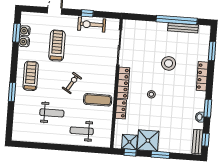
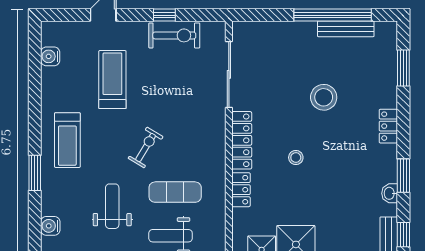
exercise bike: (92, 25) -> (174, 35), turned 180
window: (16, 33) -> (35, 61), removed
water cooler: (24, 42) -> (50, 226), moved
treadmill: (31, 76) -> (67, 140), turned 180
locker: (202, 76) -> (388, 126), width x0.66
exercise mat: (98, 100) -> (175, 192), moved
weight bench: (52, 113) -> (112, 206), turned -90

